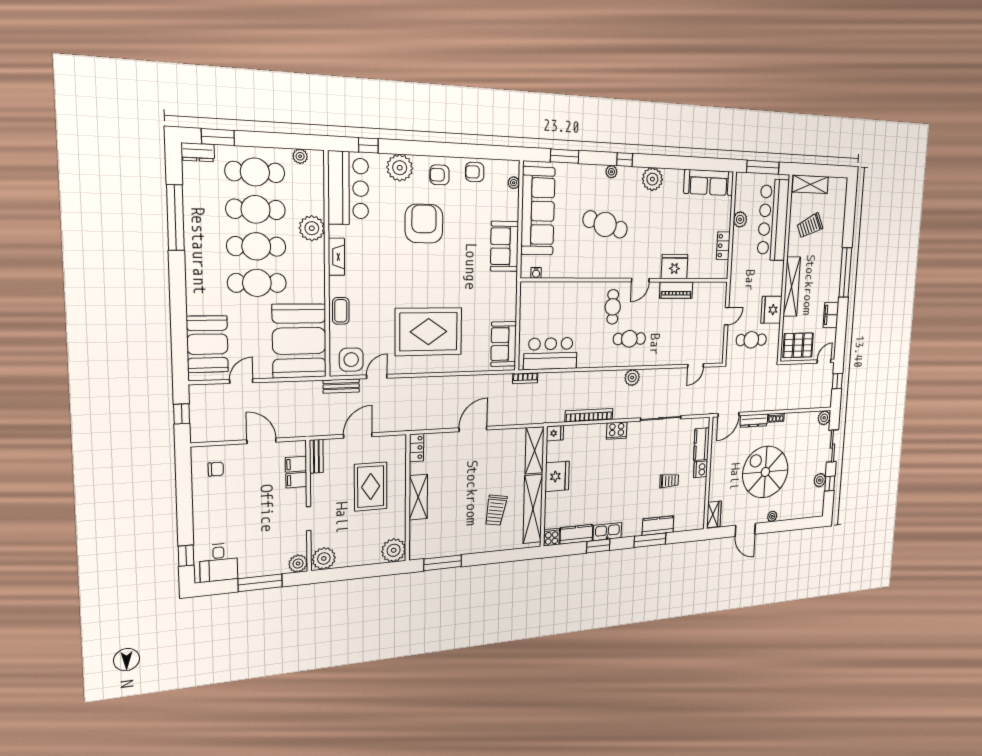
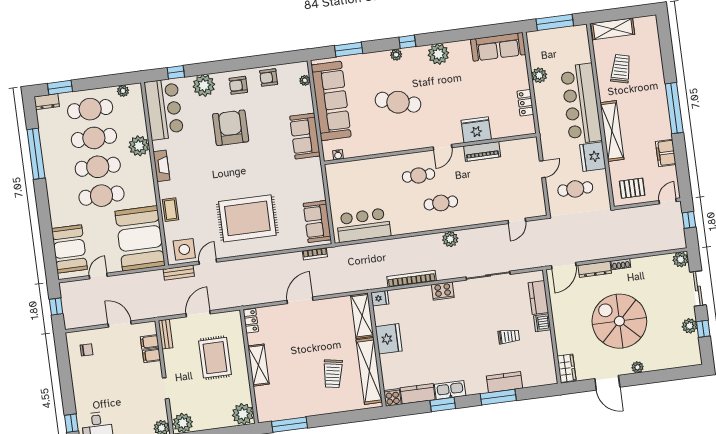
bar counter: (773, 220) -> (581, 104), moved
trolley: (810, 226) -> (621, 69), turned 129
cafe table: (613, 307) -> (418, 175), turned 90
pallet: (798, 345) -> (632, 188), width x0.67, depth x0.71
bookcase: (525, 378) -> (315, 254), moved

